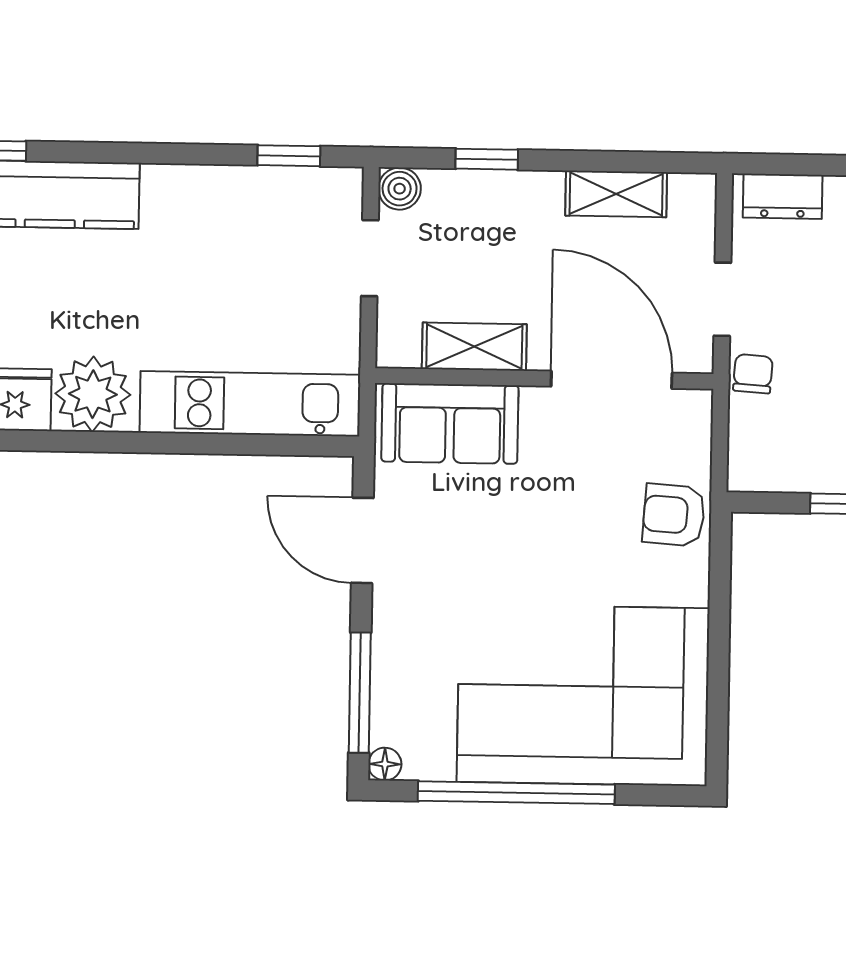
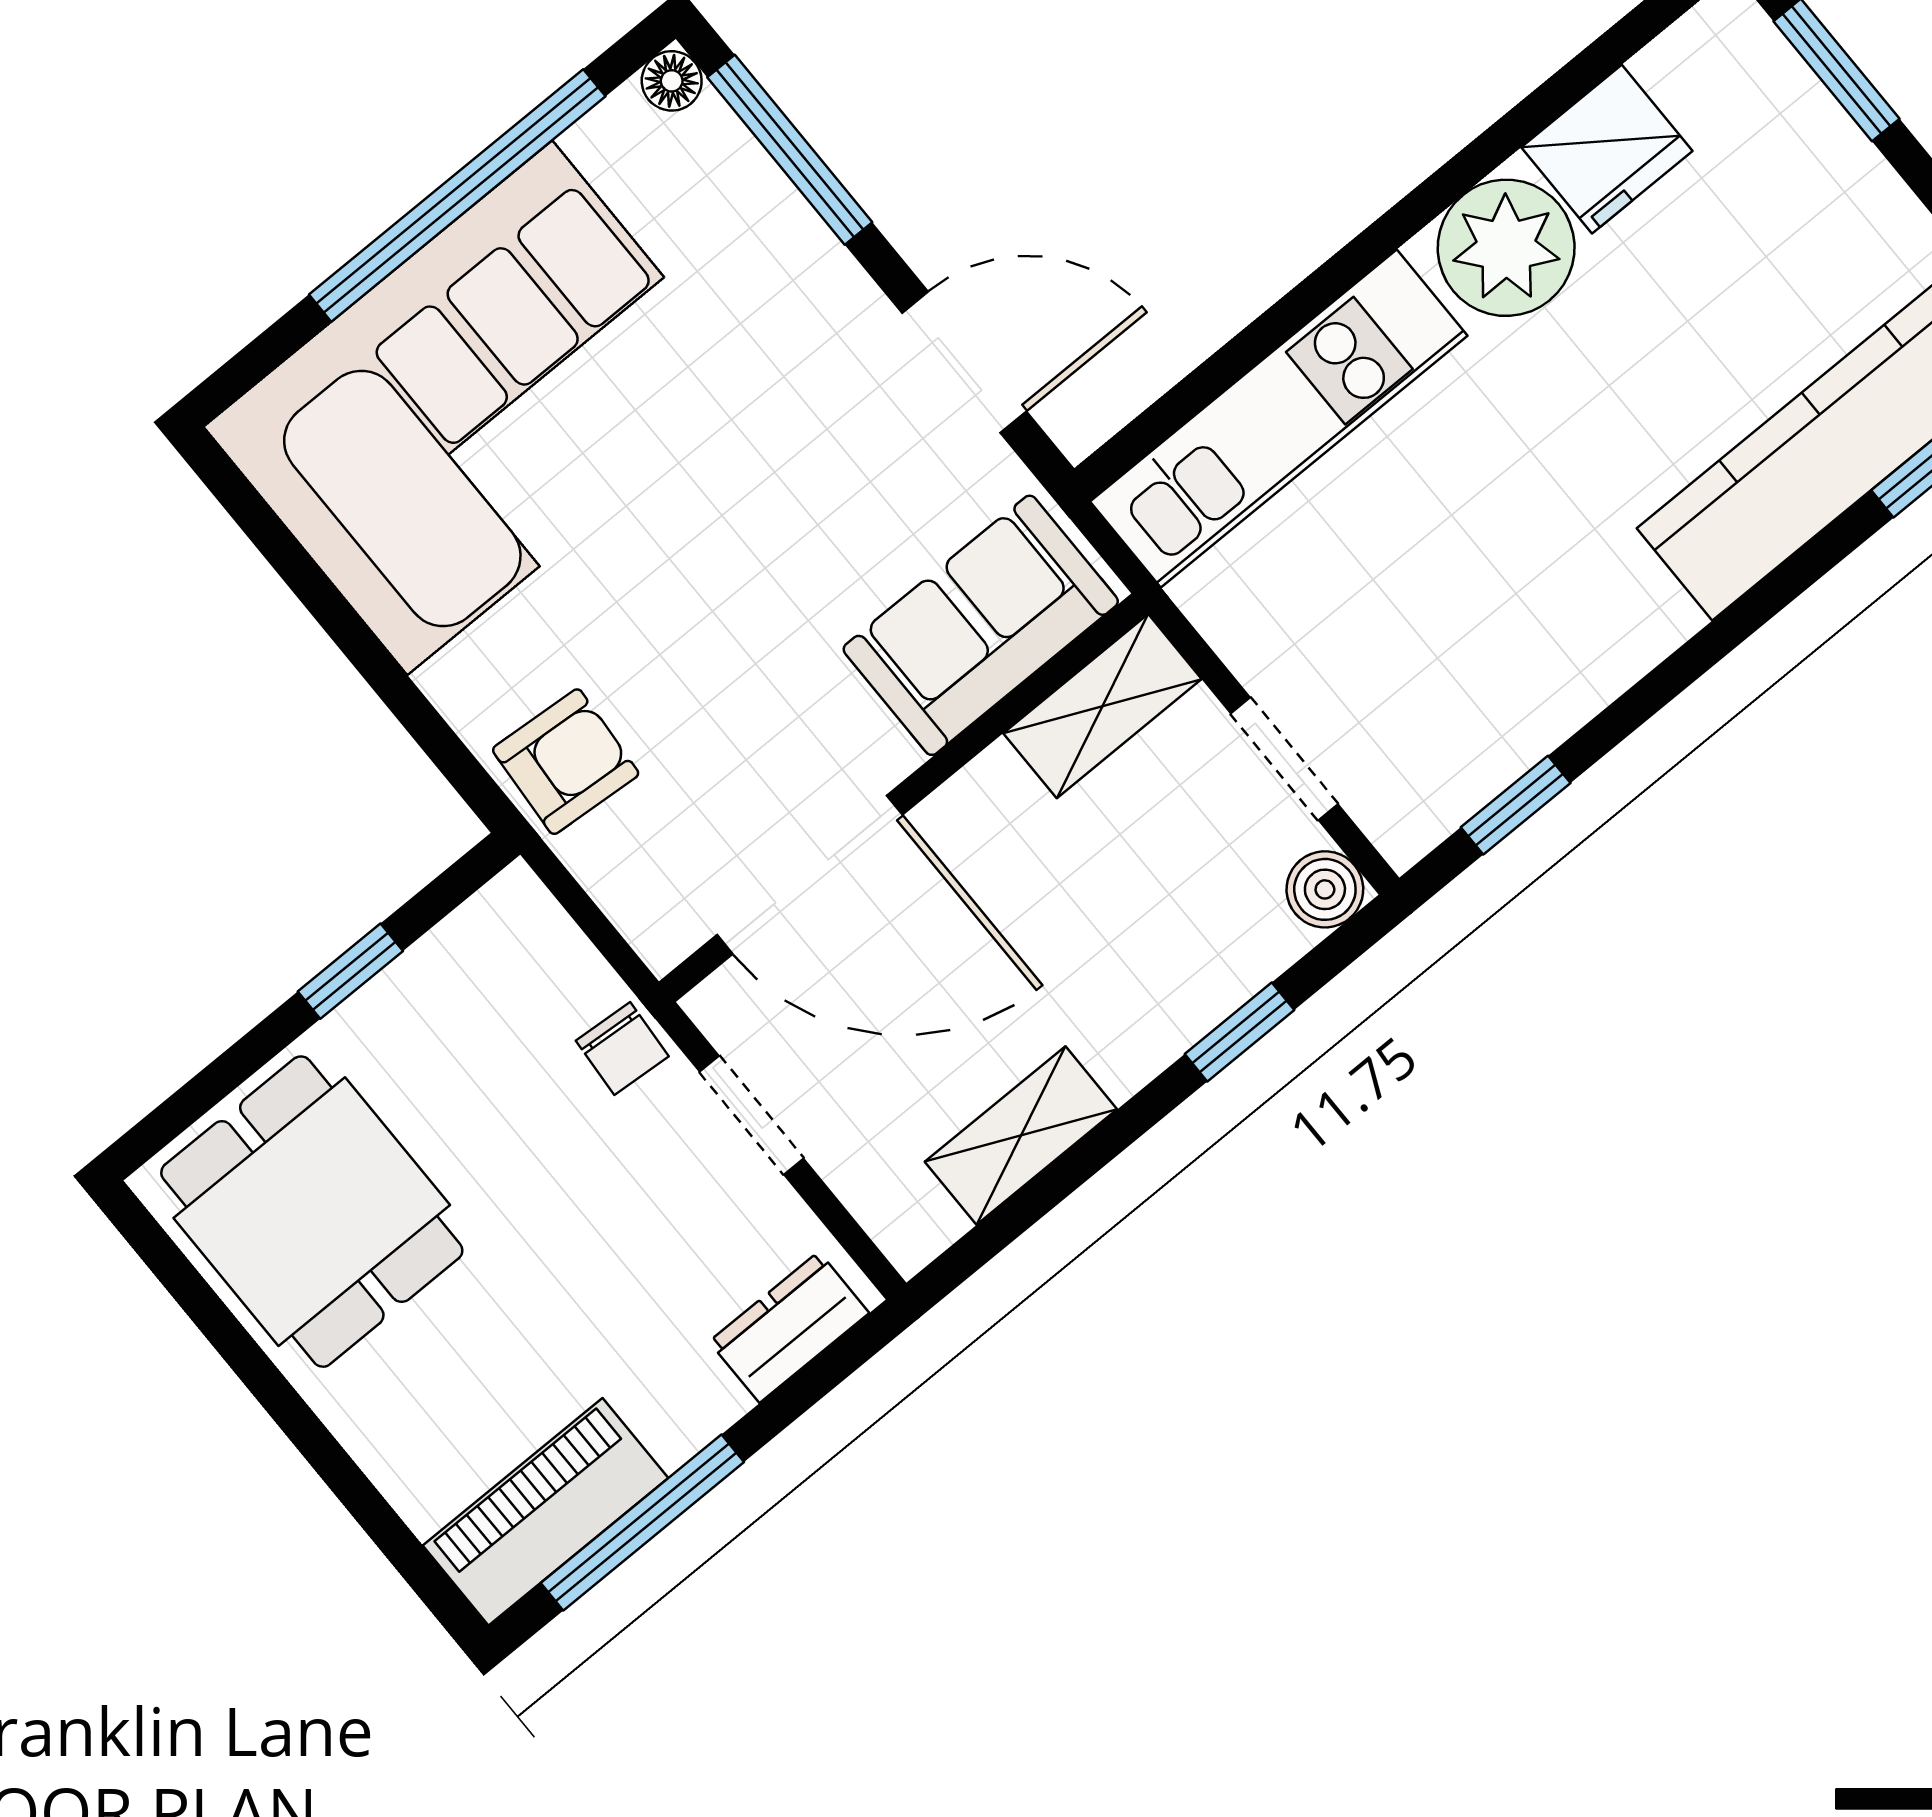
shelving: (474, 347) -> (1102, 706), moved

